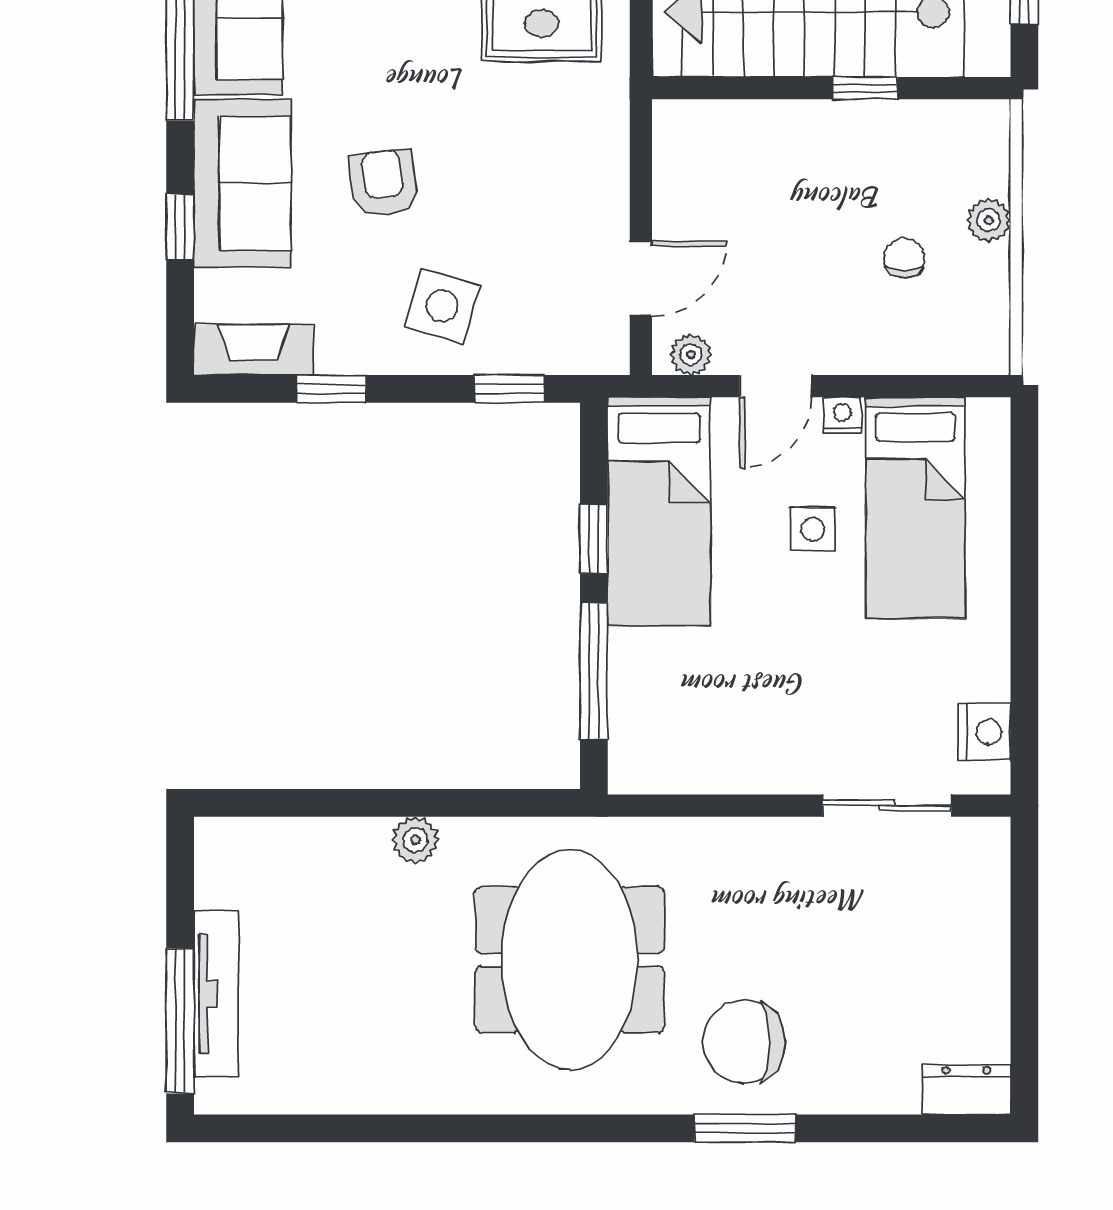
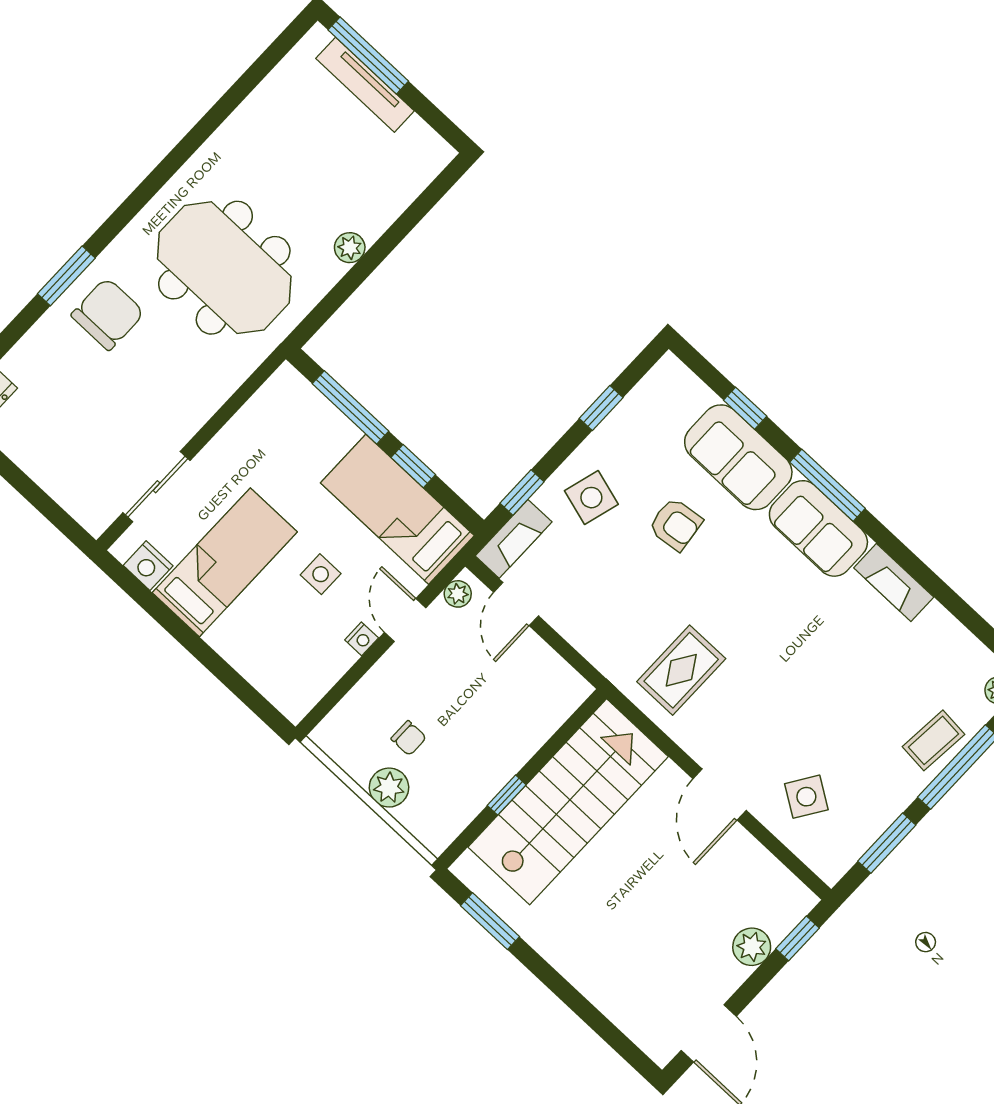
plant: (989, 220) -> (389, 788), width x1.38, depth x1.38
fireplace: (253, 350) -> (514, 539), moved
bed: (916, 508) -> (225, 562), moved, turned 90

